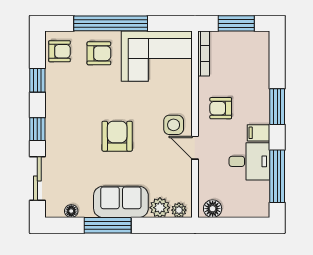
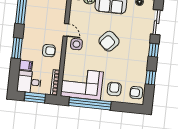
window: (111, 23) -> (90, 104), moved
armchair: (99, 53) -> (114, 89), turned 90
filing cabinet: (258, 133) -> (26, 65), moved
armchair: (117, 136) -> (109, 41), turned 42
desk: (249, 161) -> (29, 82), moved

